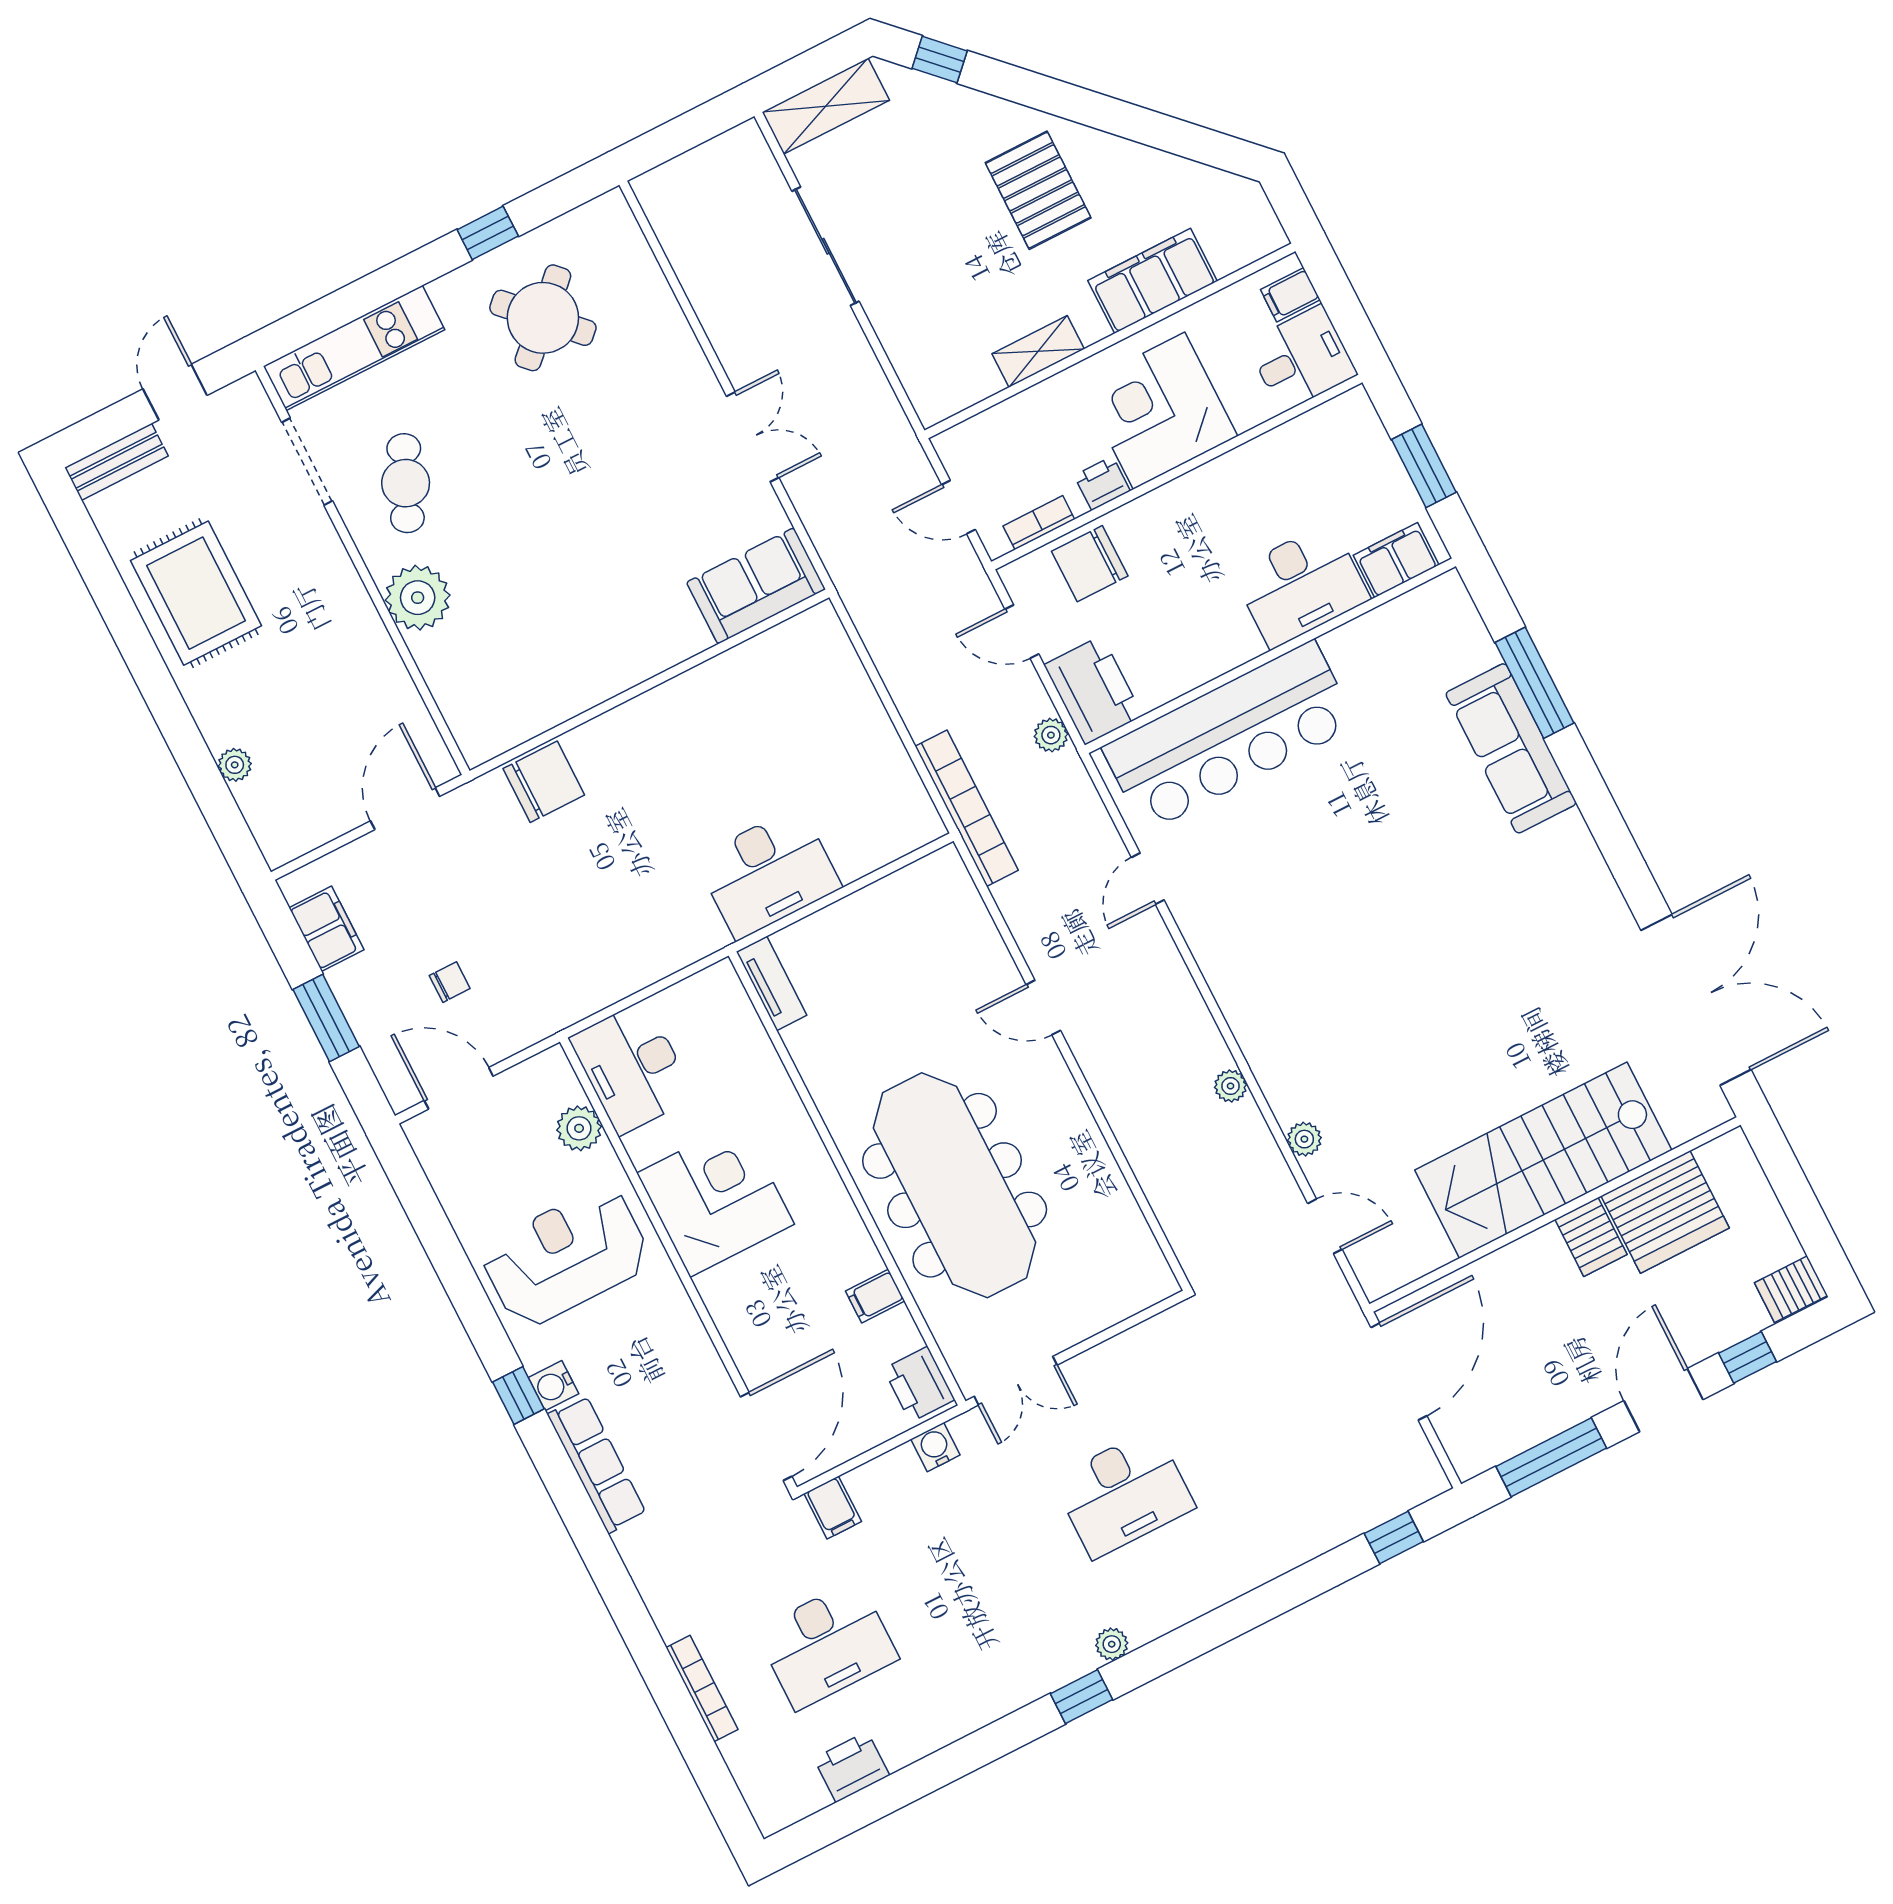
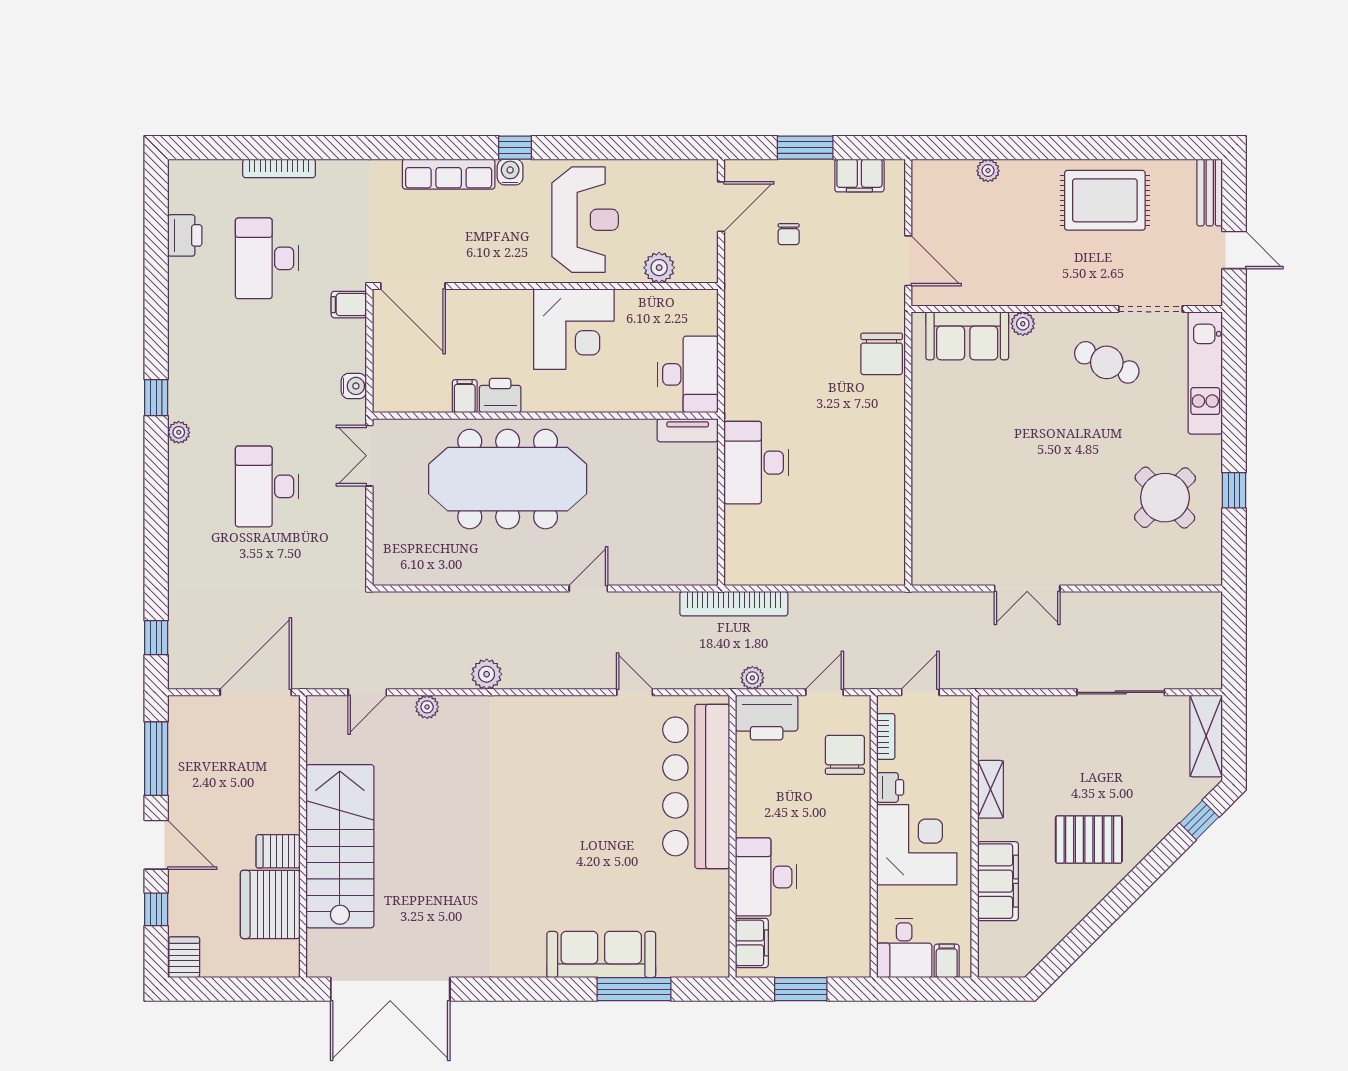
sofa: (756, 586) -> (967, 336), moved, turned 90
plant: (418, 598) -> (1023, 324), width x0.53, depth x0.53
desk: (632, 1067) -> (688, 374), moved, turned 90
plant: (1231, 1086) -> (487, 674), width x1.38, depth x1.38
door: (1399, 1372) -> (256, 692), swing flipped
printer: (919, 1384) -> (500, 396), moved

